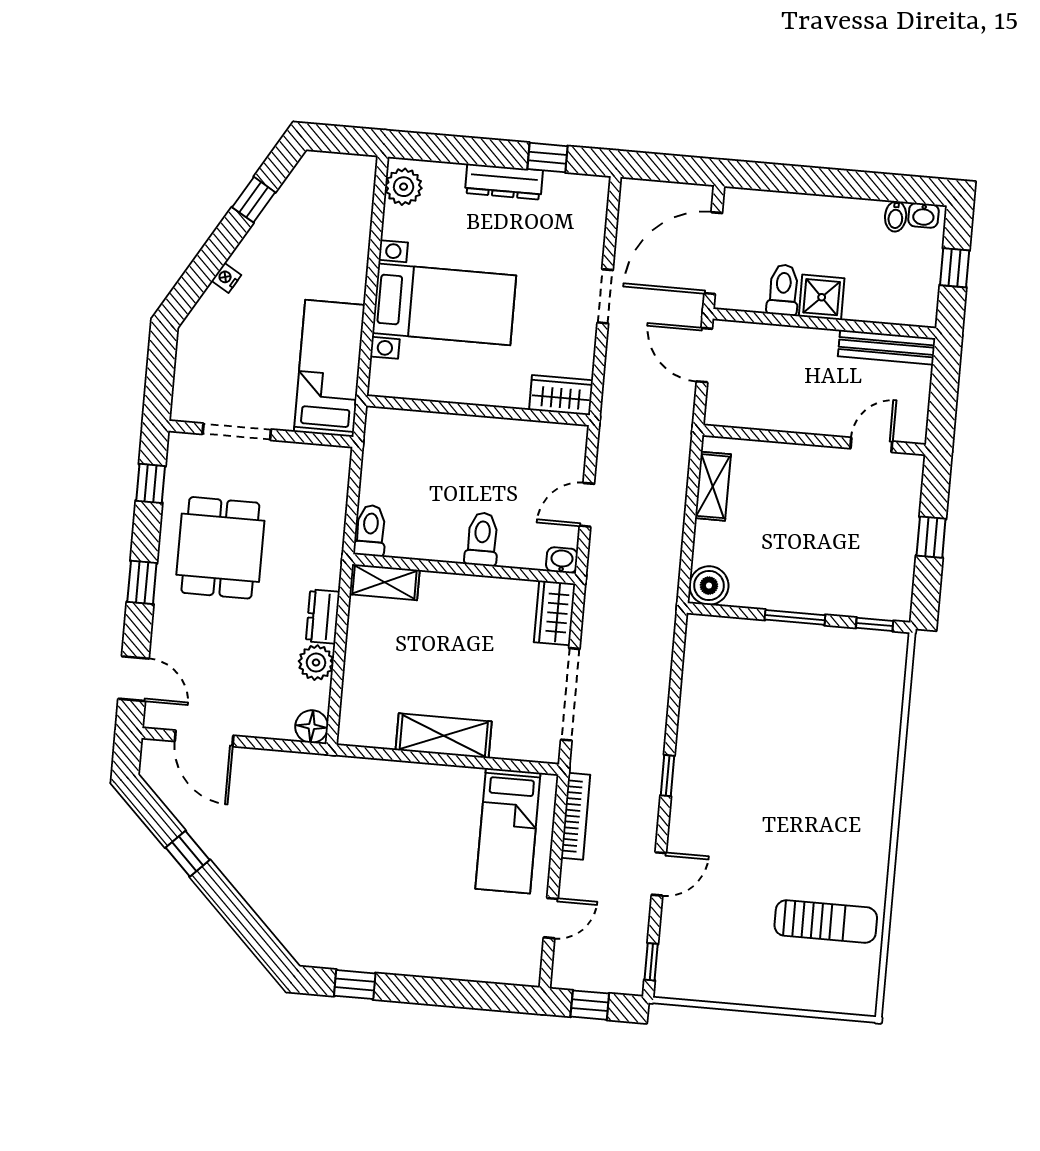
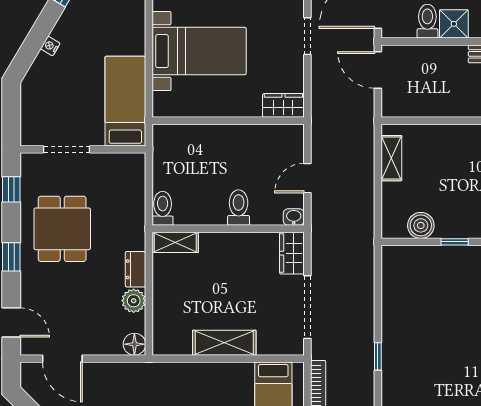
boiler: (709, 586) -> (421, 225), moved
window: (795, 617) -> (455, 242), width x0.67

